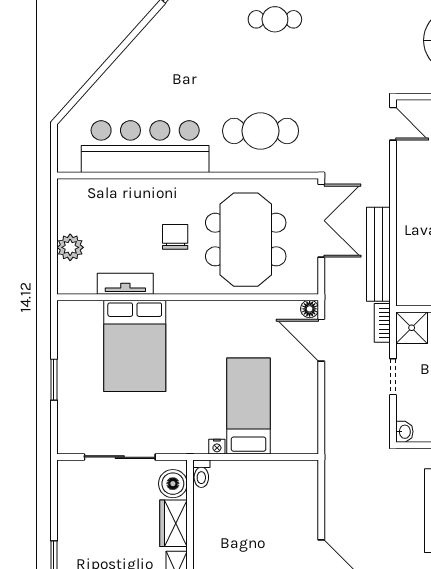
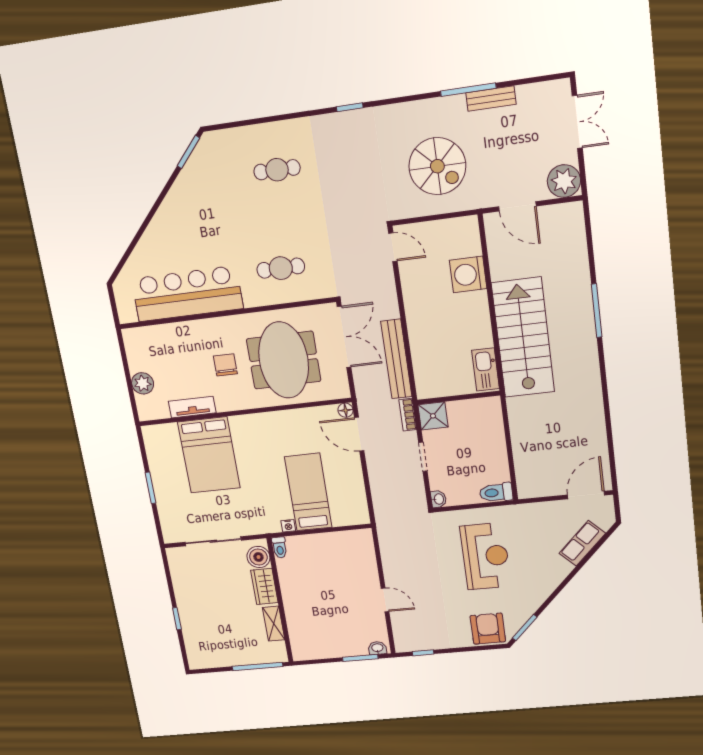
cafe table: (261, 131) -> (281, 268), width x0.73, depth x0.74

